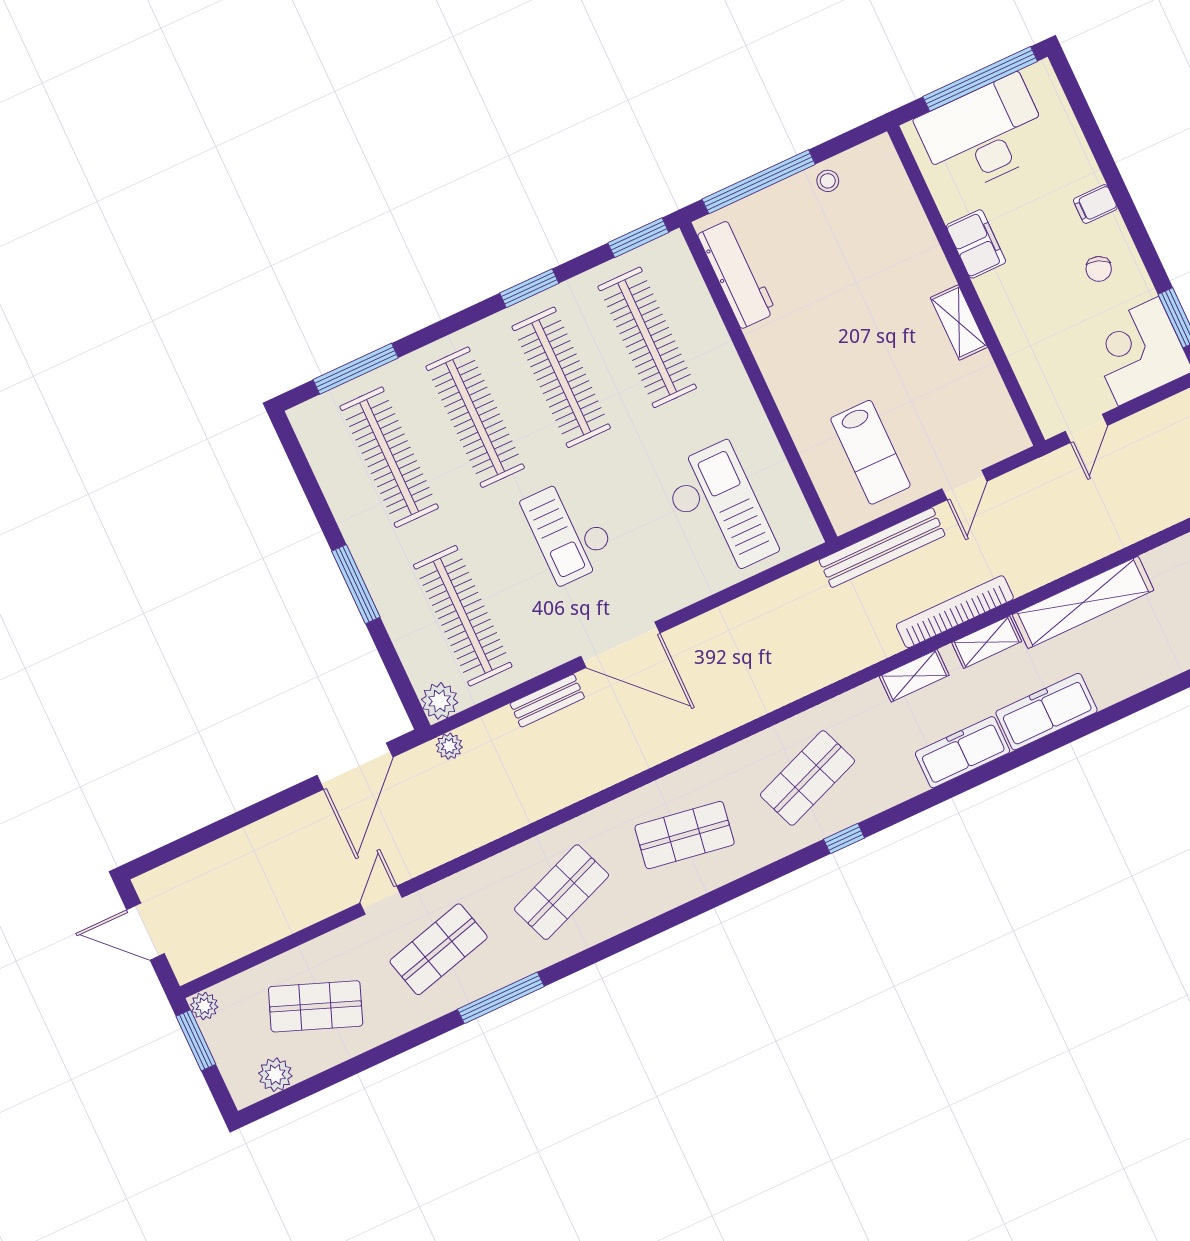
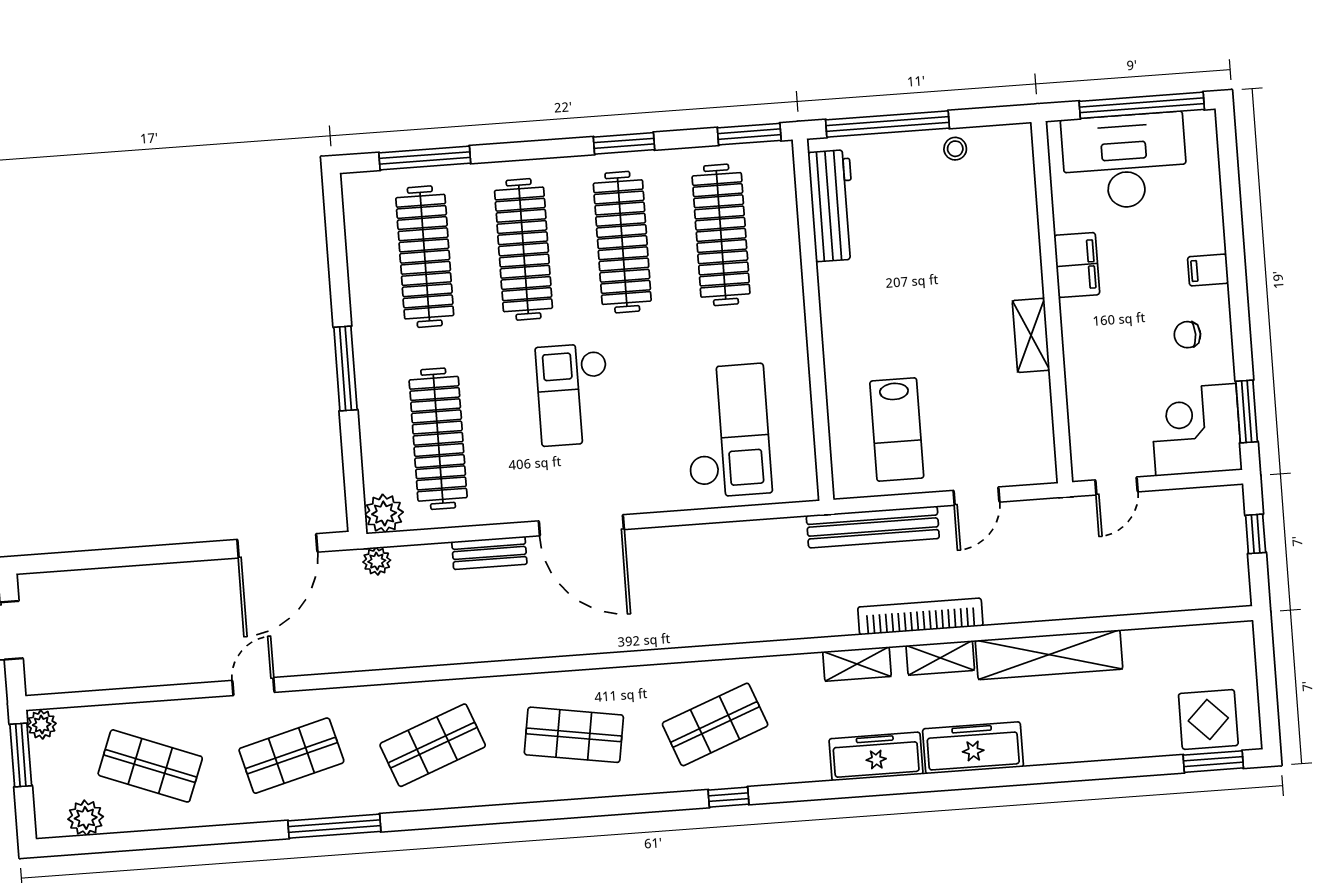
chair: (1099, 269) -> (1187, 335), turned 69

